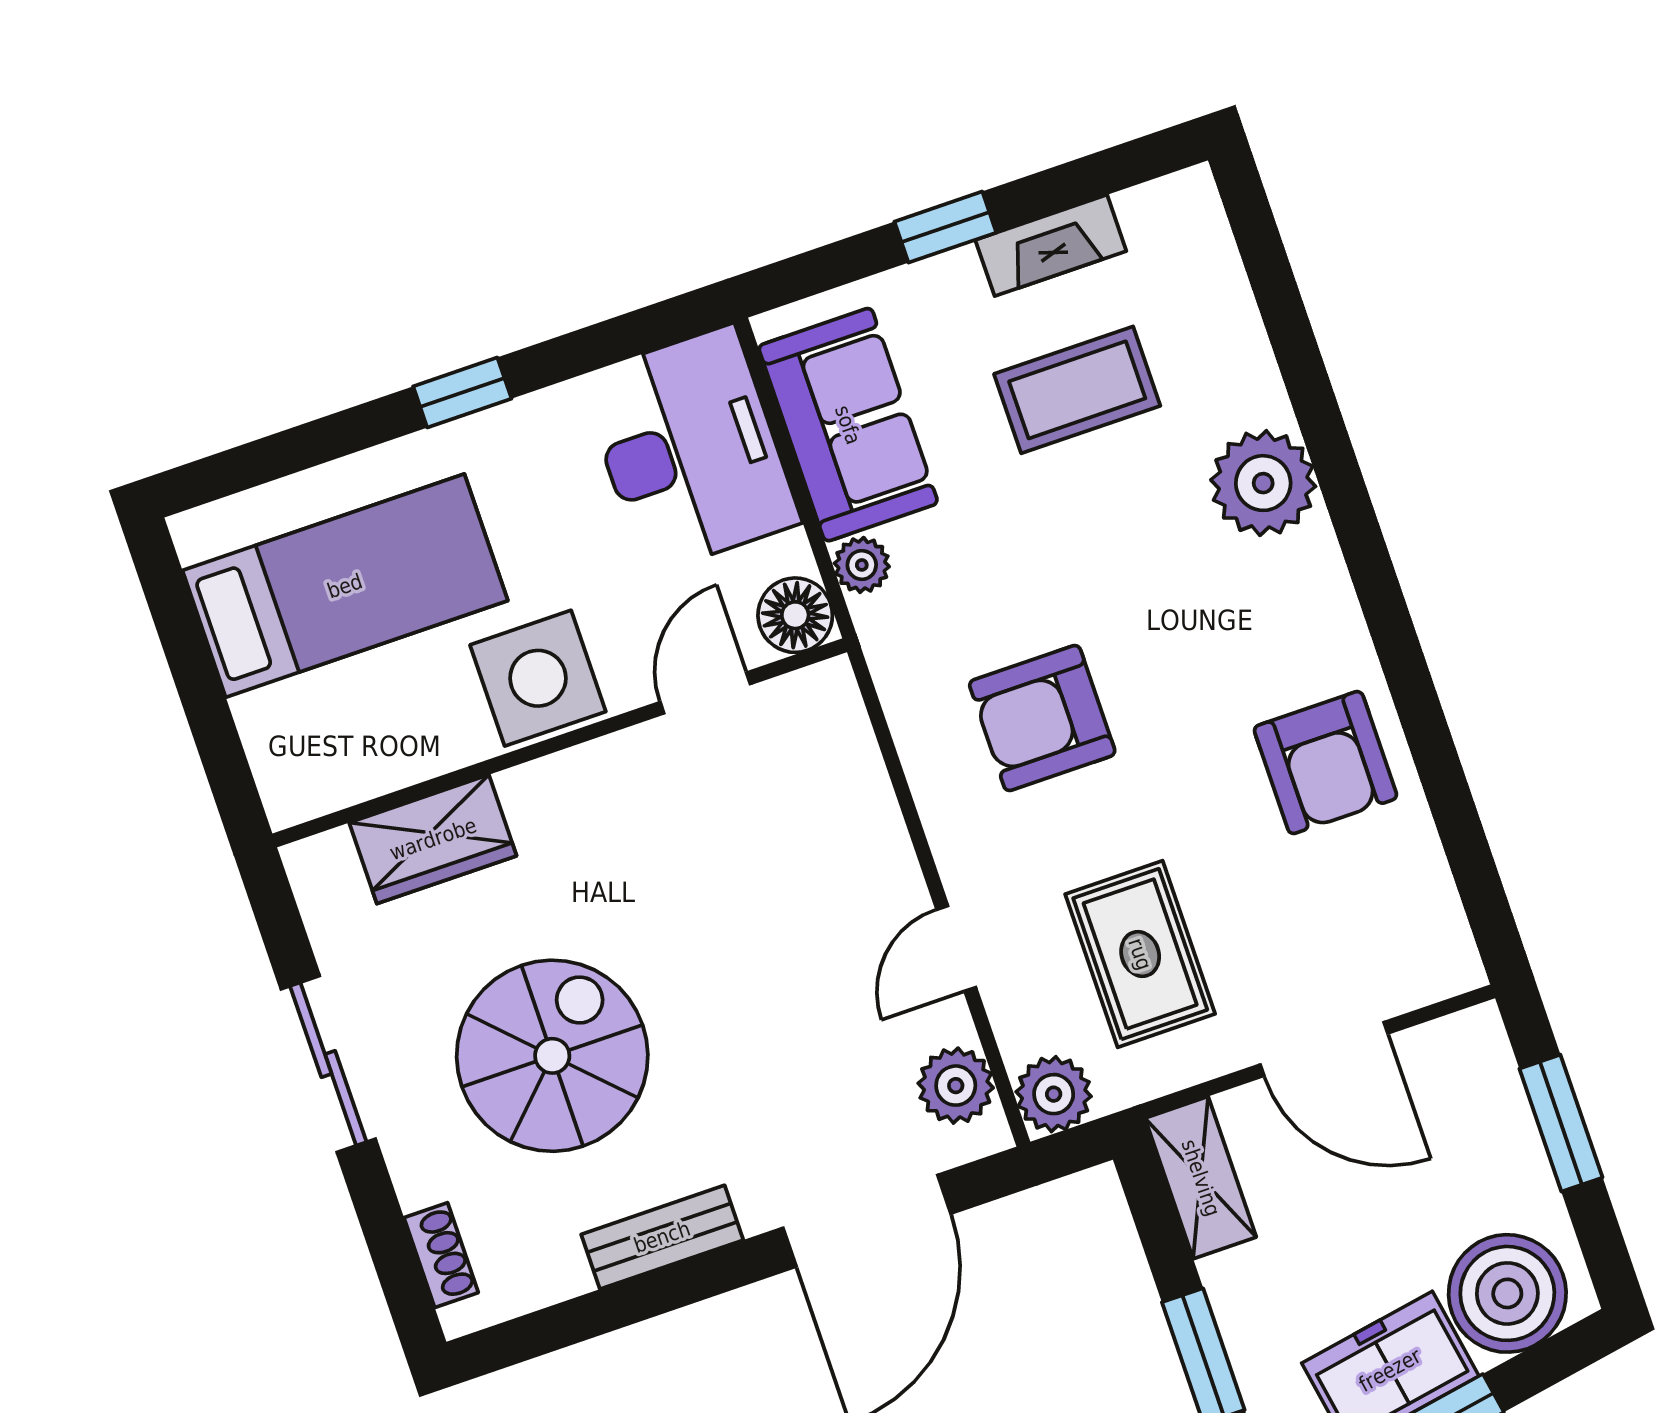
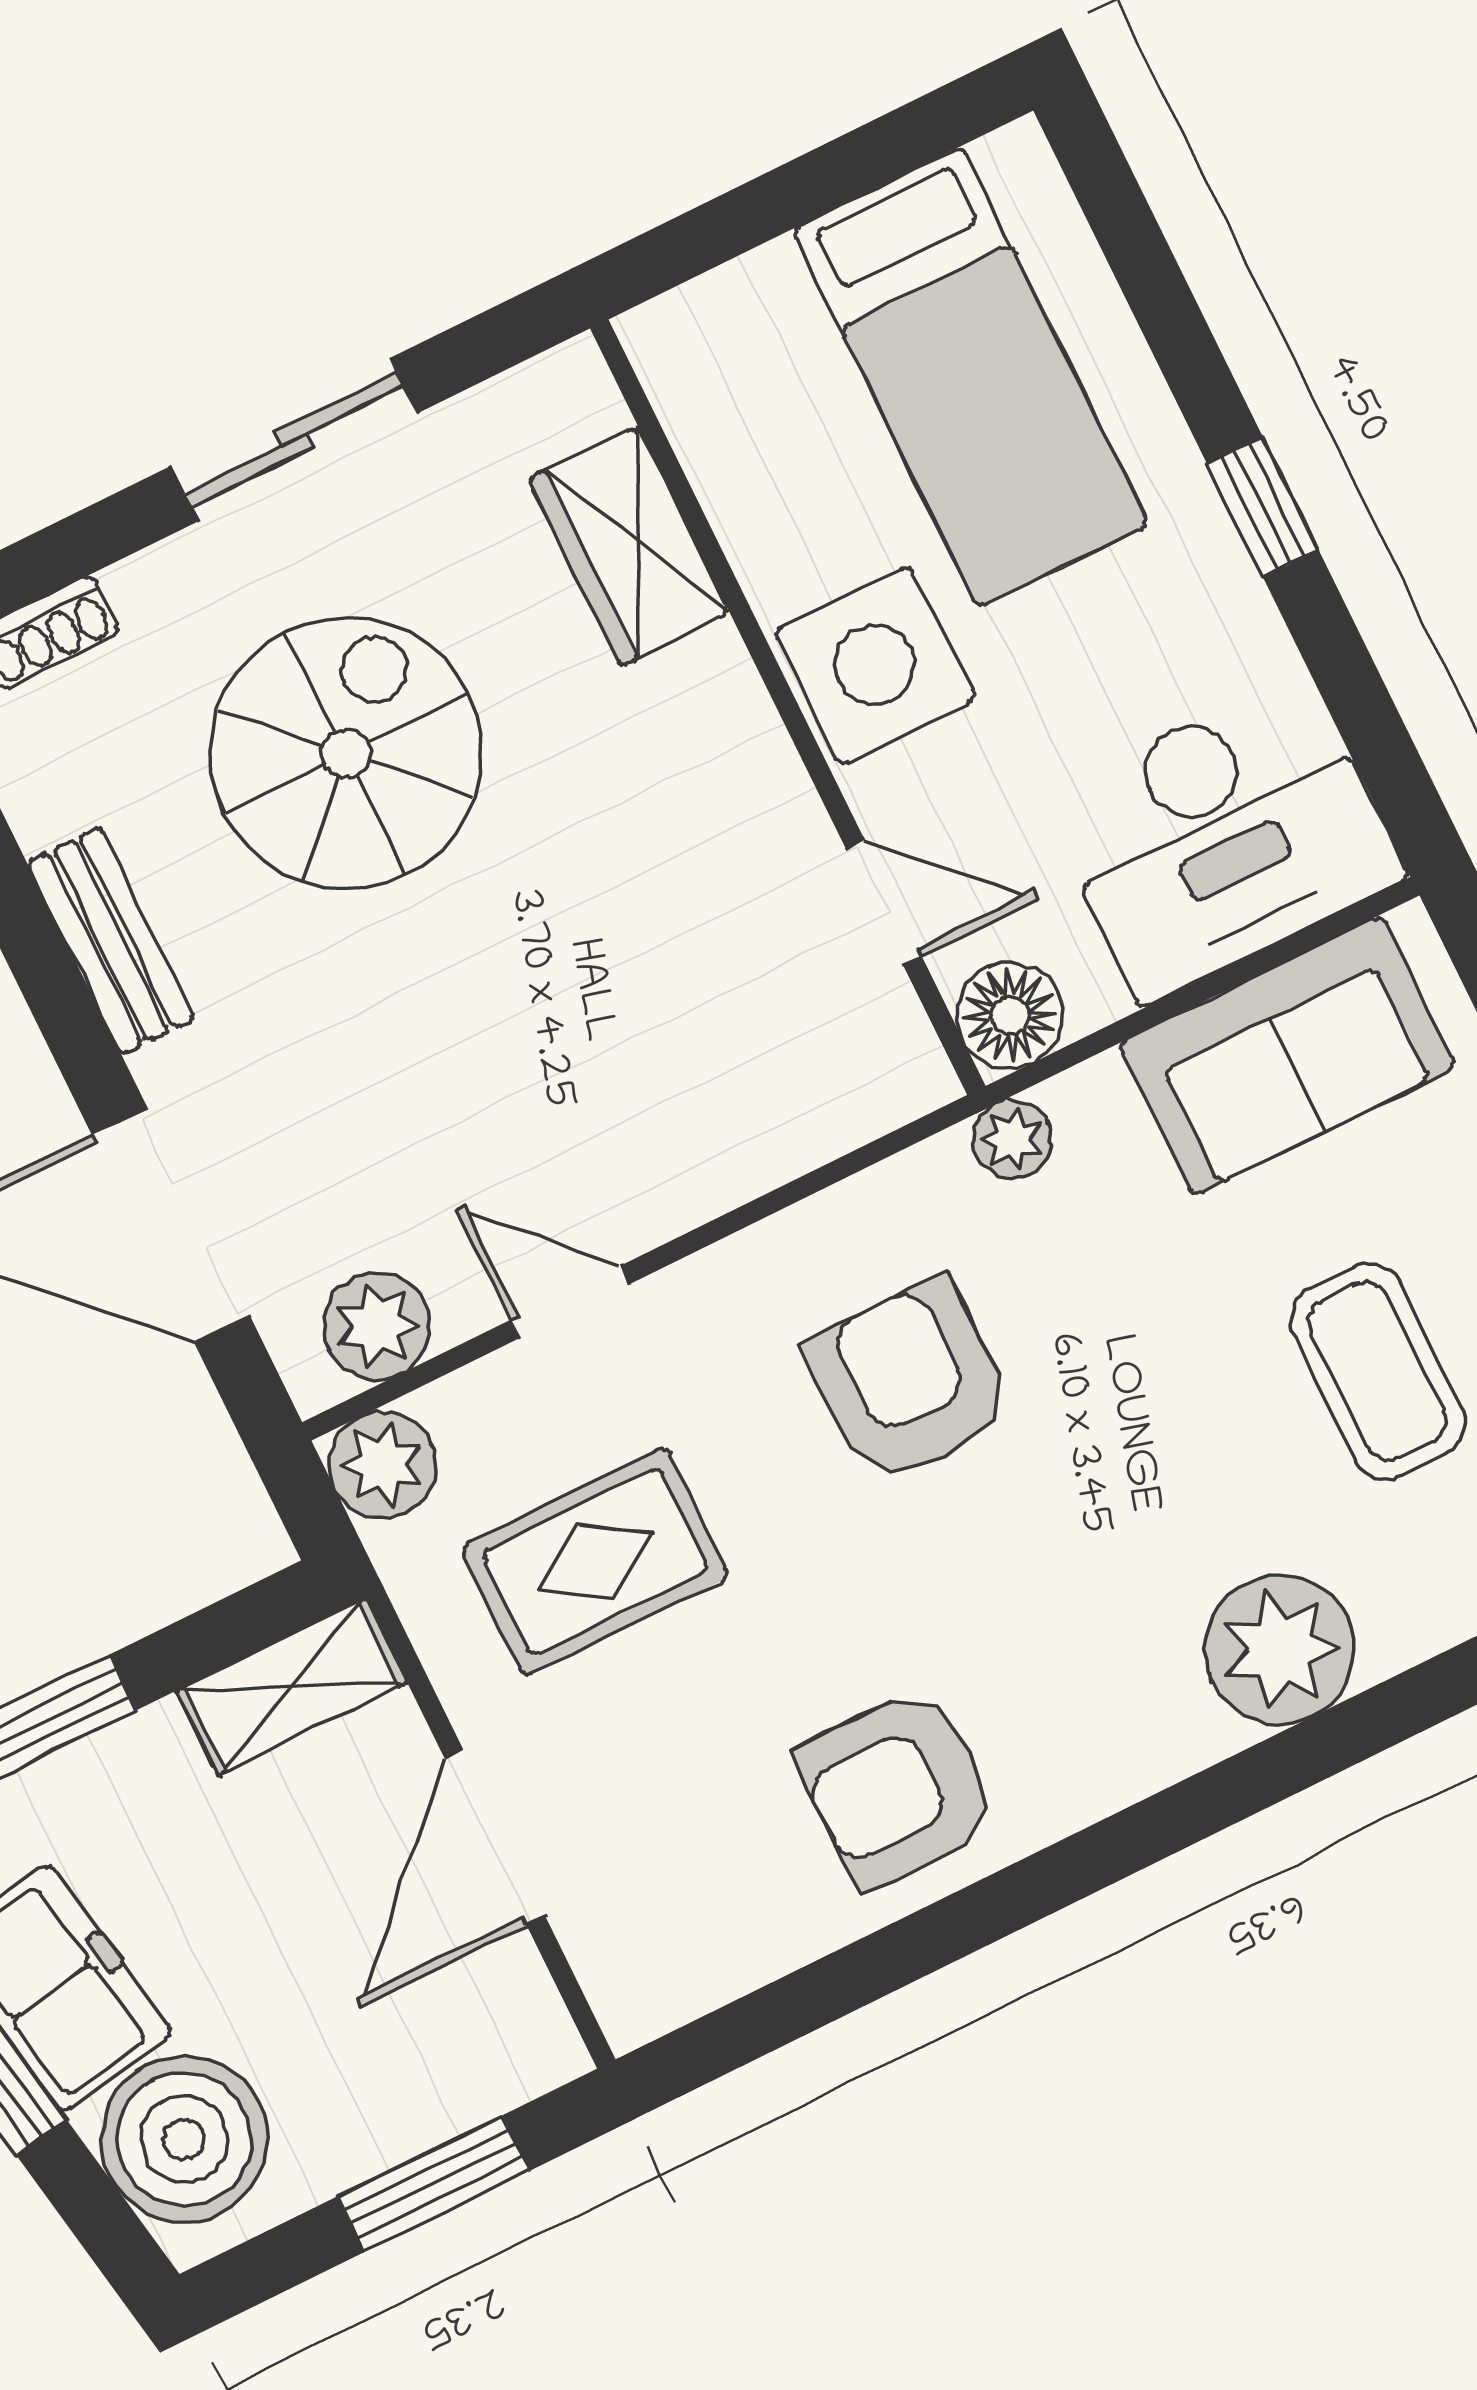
plant: (862, 565) -> (1013, 1139), moved
spiral stairs: (552, 1056) -> (346, 753), turned -90

